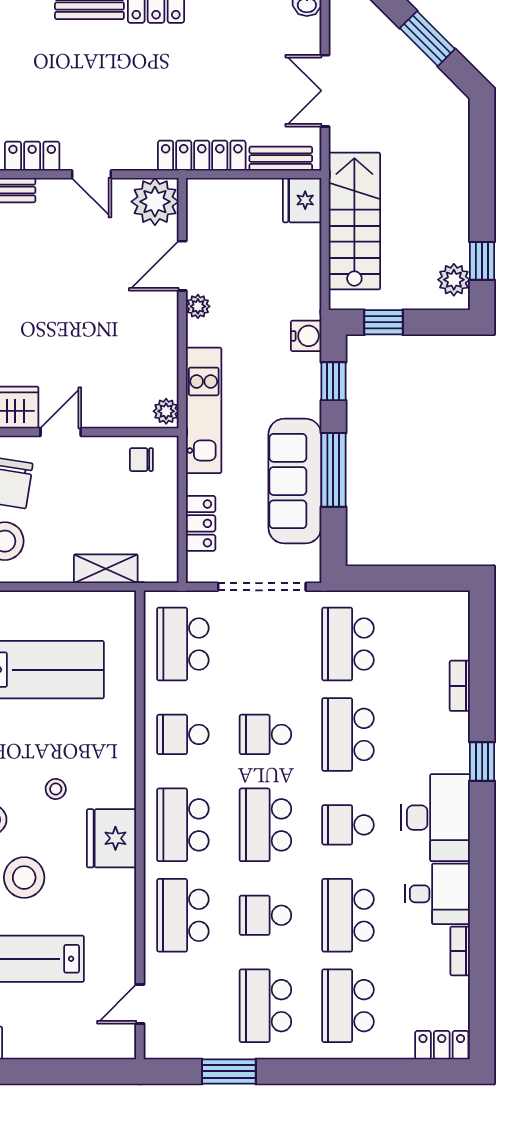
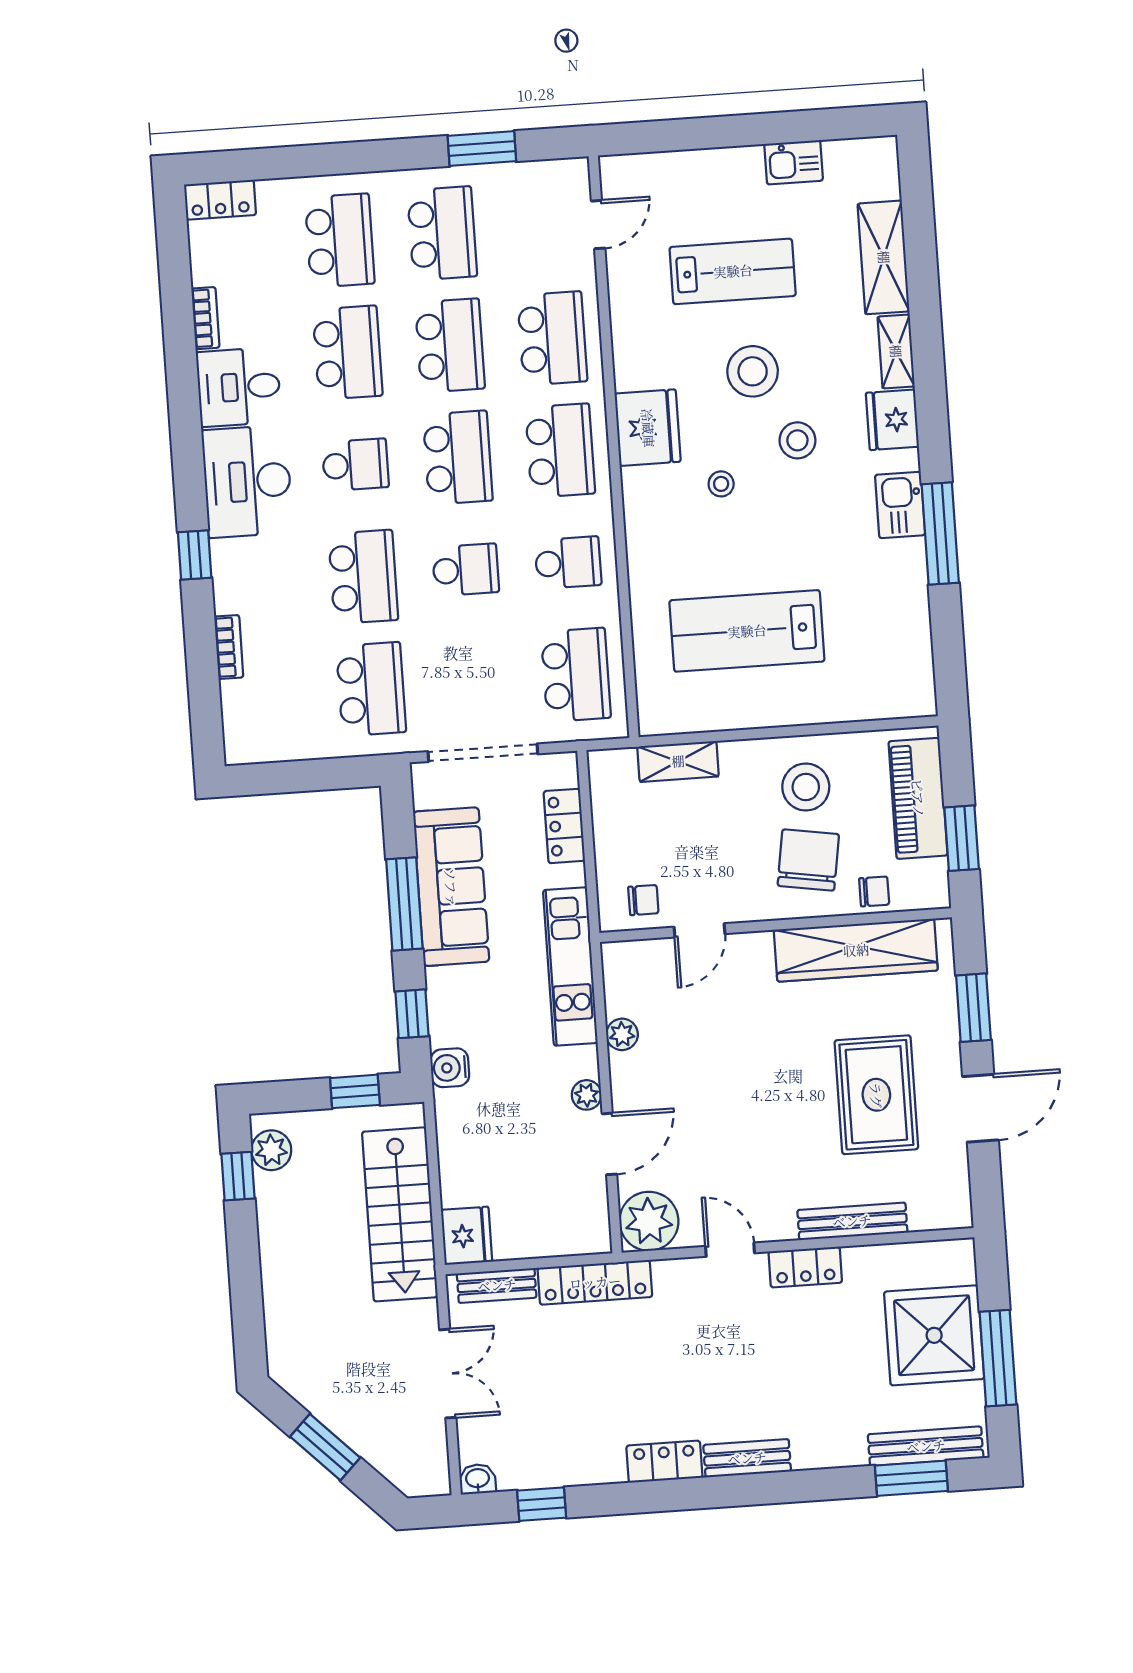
plant: (166, 411) -> (622, 1034), moved
door: (61, 432) -> (700, 930), moved
school desk: (265, 915) -> (450, 345), width x1.85

